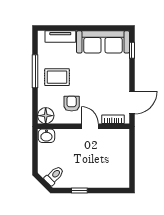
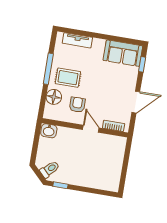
sofa: (103, 42) -> (123, 53), width x0.73
door: (132, 103) -> (136, 102), moved
floor lamp: (46, 116) -> (54, 97), moved
window: (79, 190) -> (60, 185), moved

